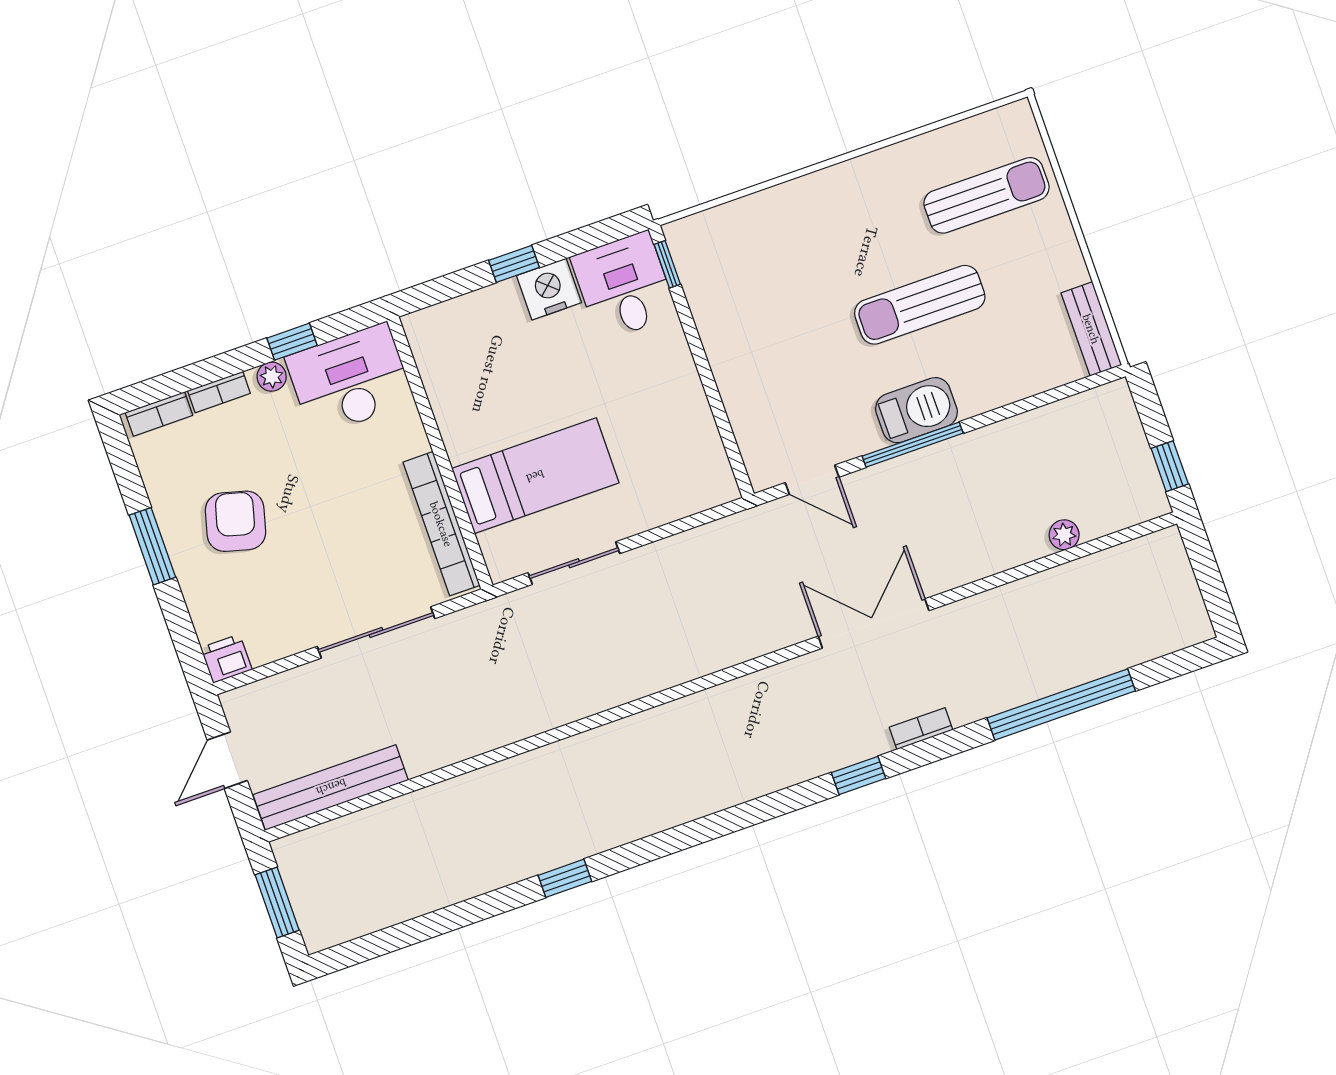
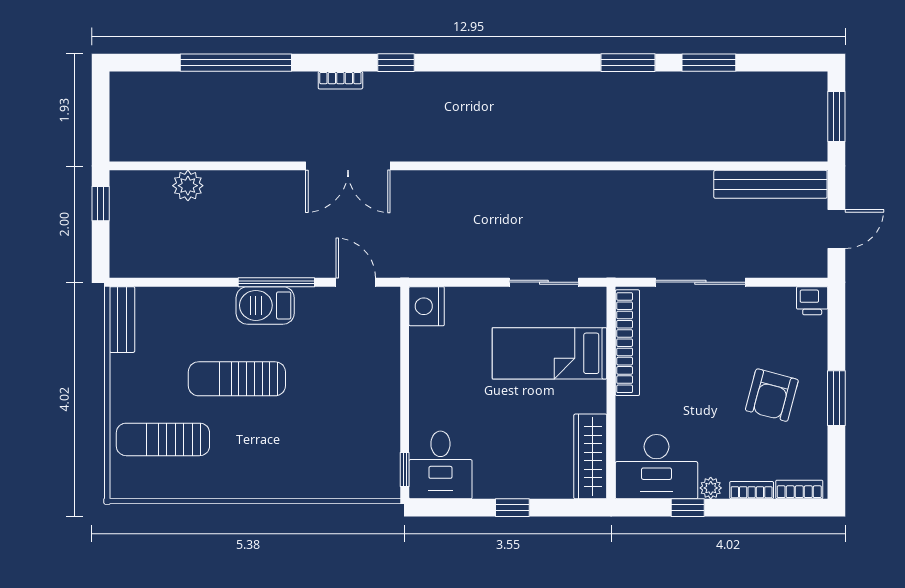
nightstand: (549, 289) -> (427, 306), moved, turned 90
sun lounger: (920, 305) -> (237, 379), turned 180
wardrobe: (438, 363) -> (590, 456), added
plant: (1064, 535) -> (188, 186), width x1.38, depth x1.38
window: (565, 878) -> (628, 63), width x1.50
window: (463, 914) -> (709, 63), added

